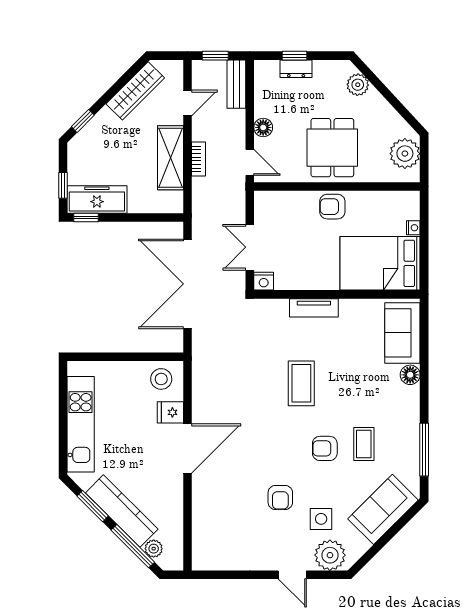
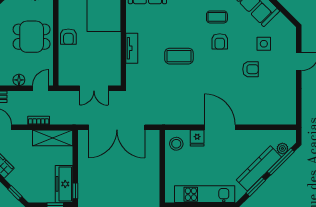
shelving: (170, 158) -> (53, 138), moved
nightstand: (264, 281) -> (115, 80), removed
plant: (330, 555) -> (287, 38), removed

